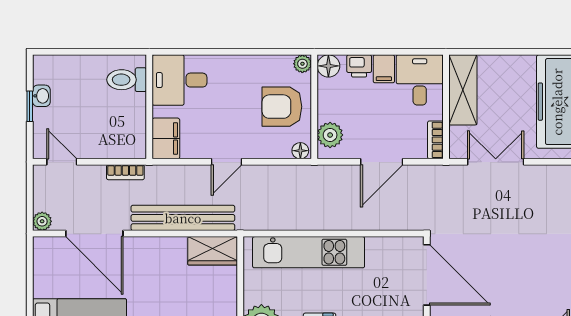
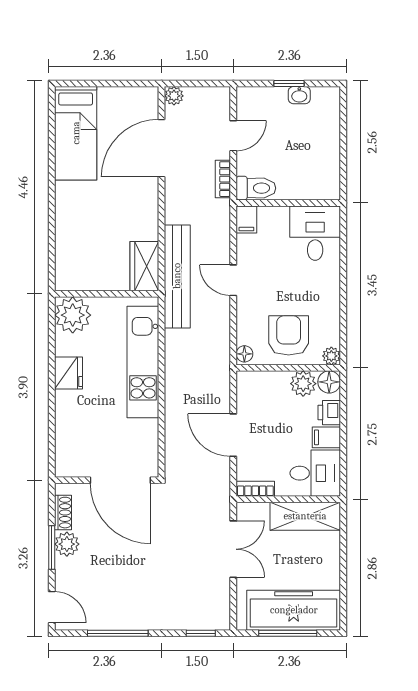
toilet: (127, 80) -> (256, 188), moved, turned 90
plant: (330, 135) -> (303, 384), moved
filing cabinet: (166, 138) -> (246, 219), width x0.50
door: (62, 162) -> (233, 136), moved
bench: (183, 218) -> (177, 276), moved
door: (427, 275) -> (120, 480), hinge flipped

